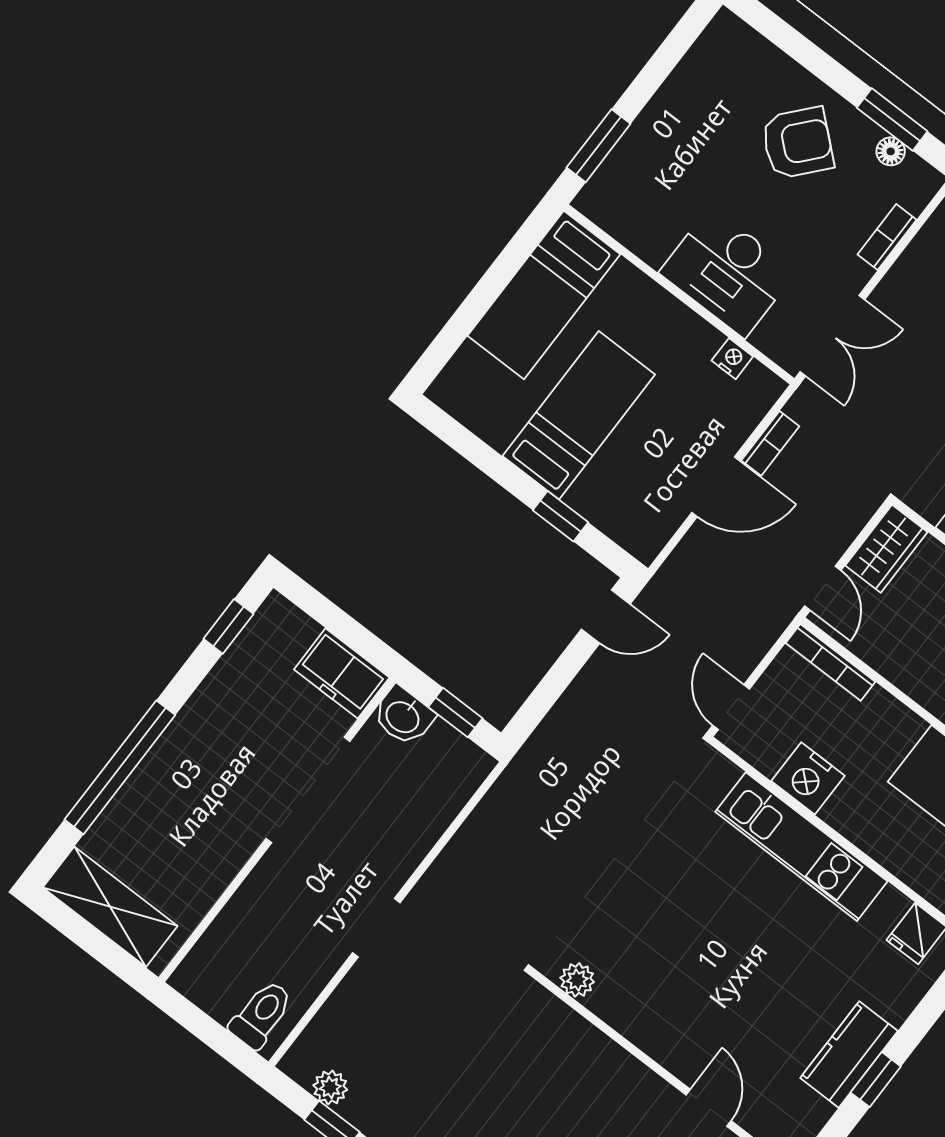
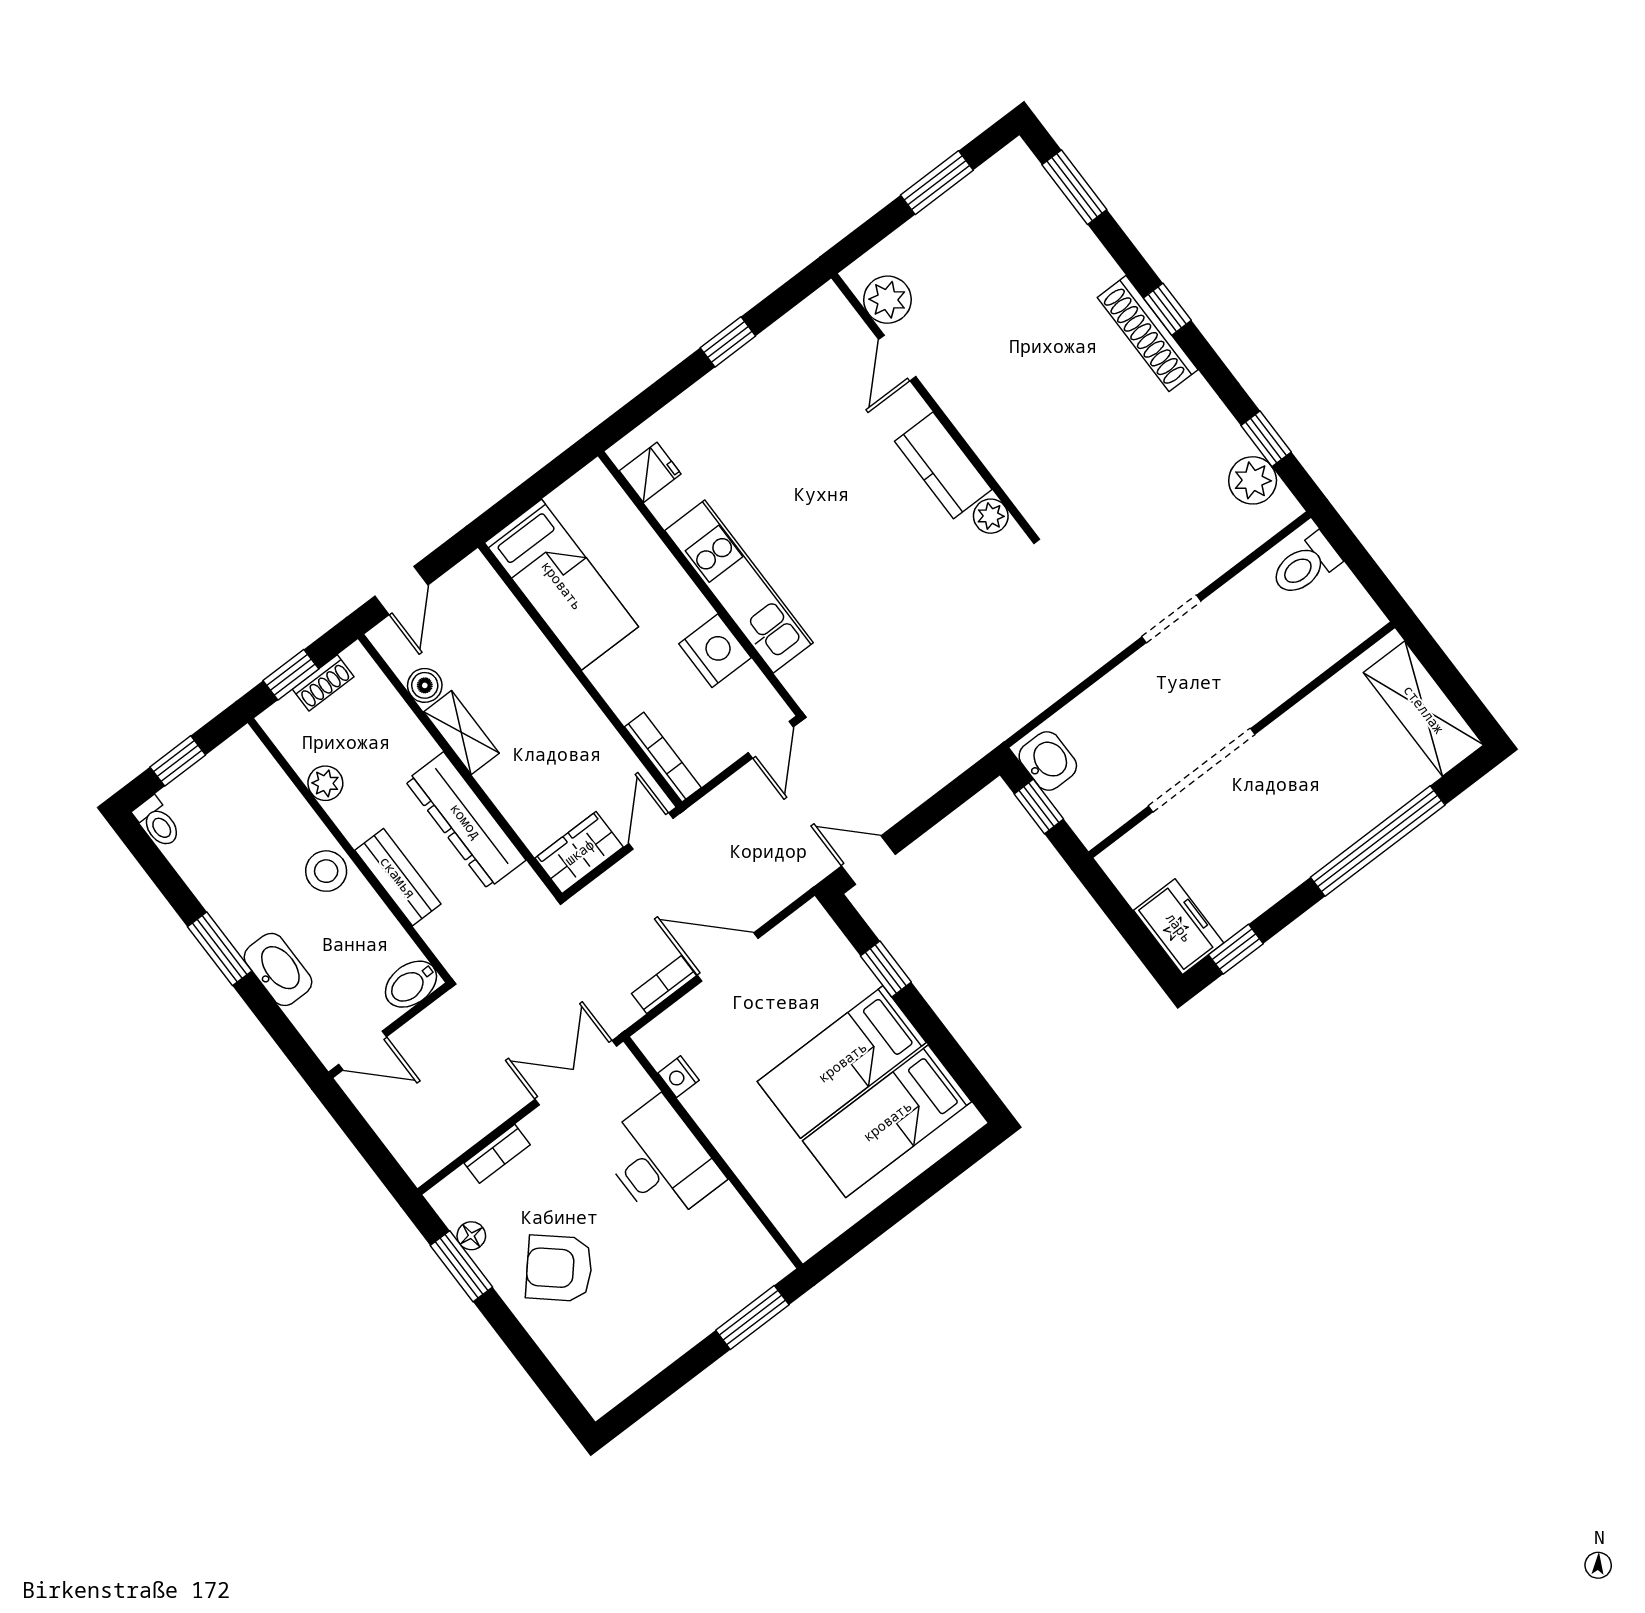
bed: (544, 295) -> (887, 1121), moved, turned 180
freezer: (342, 673) -> (1179, 927), moved
washbasin: (403, 716) -> (1048, 761), moved
kitchen counter: (849, 1054) -> (943, 465), moved, turned 90
plant: (330, 1087) -> (1253, 480), width x1.38, depth x1.38

